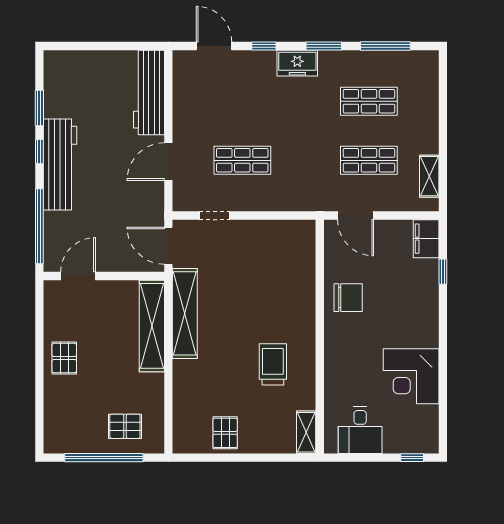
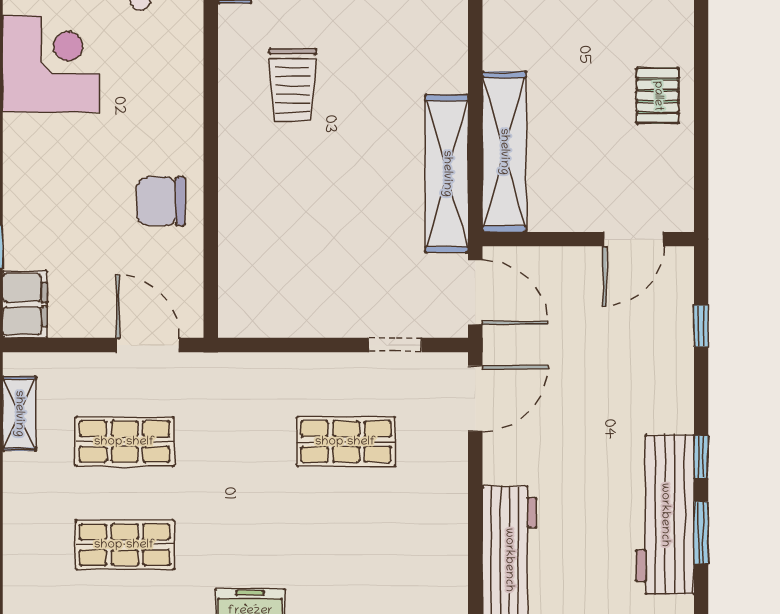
door: (168, 162) -> (475, 399), moved
workbench: (60, 164) -> (665, 515), moved
window: (39, 226) -> (701, 326), width x0.32

